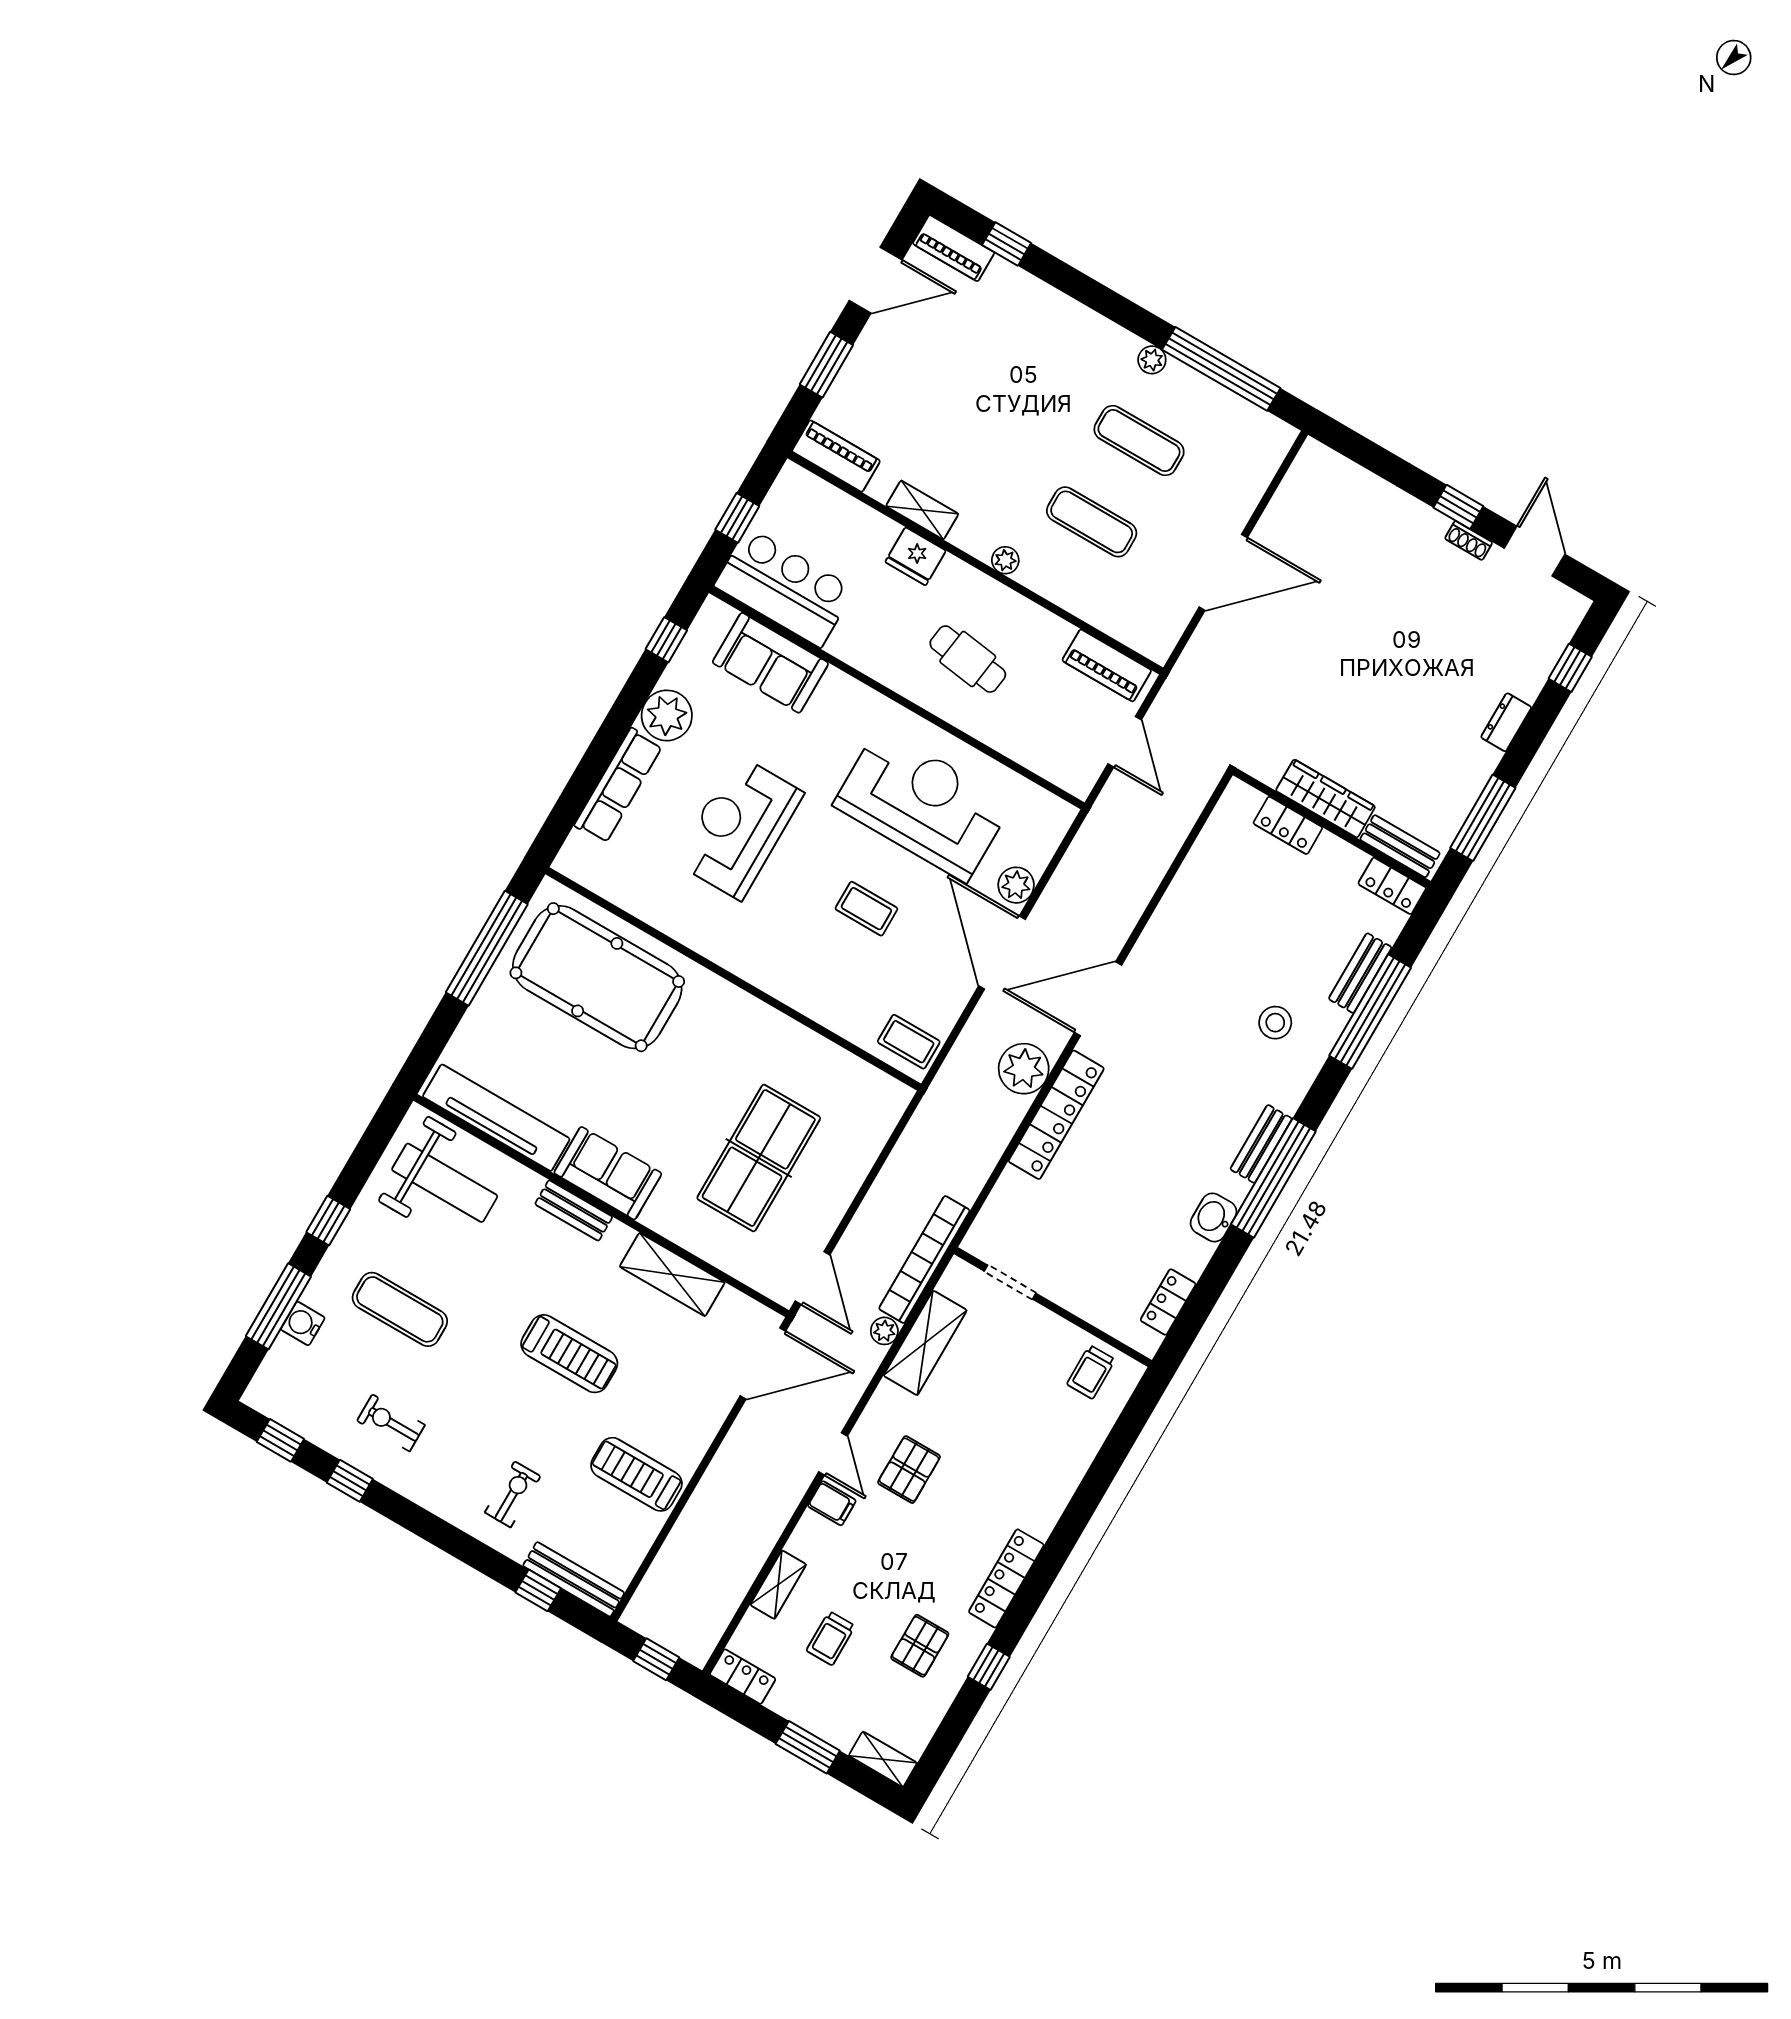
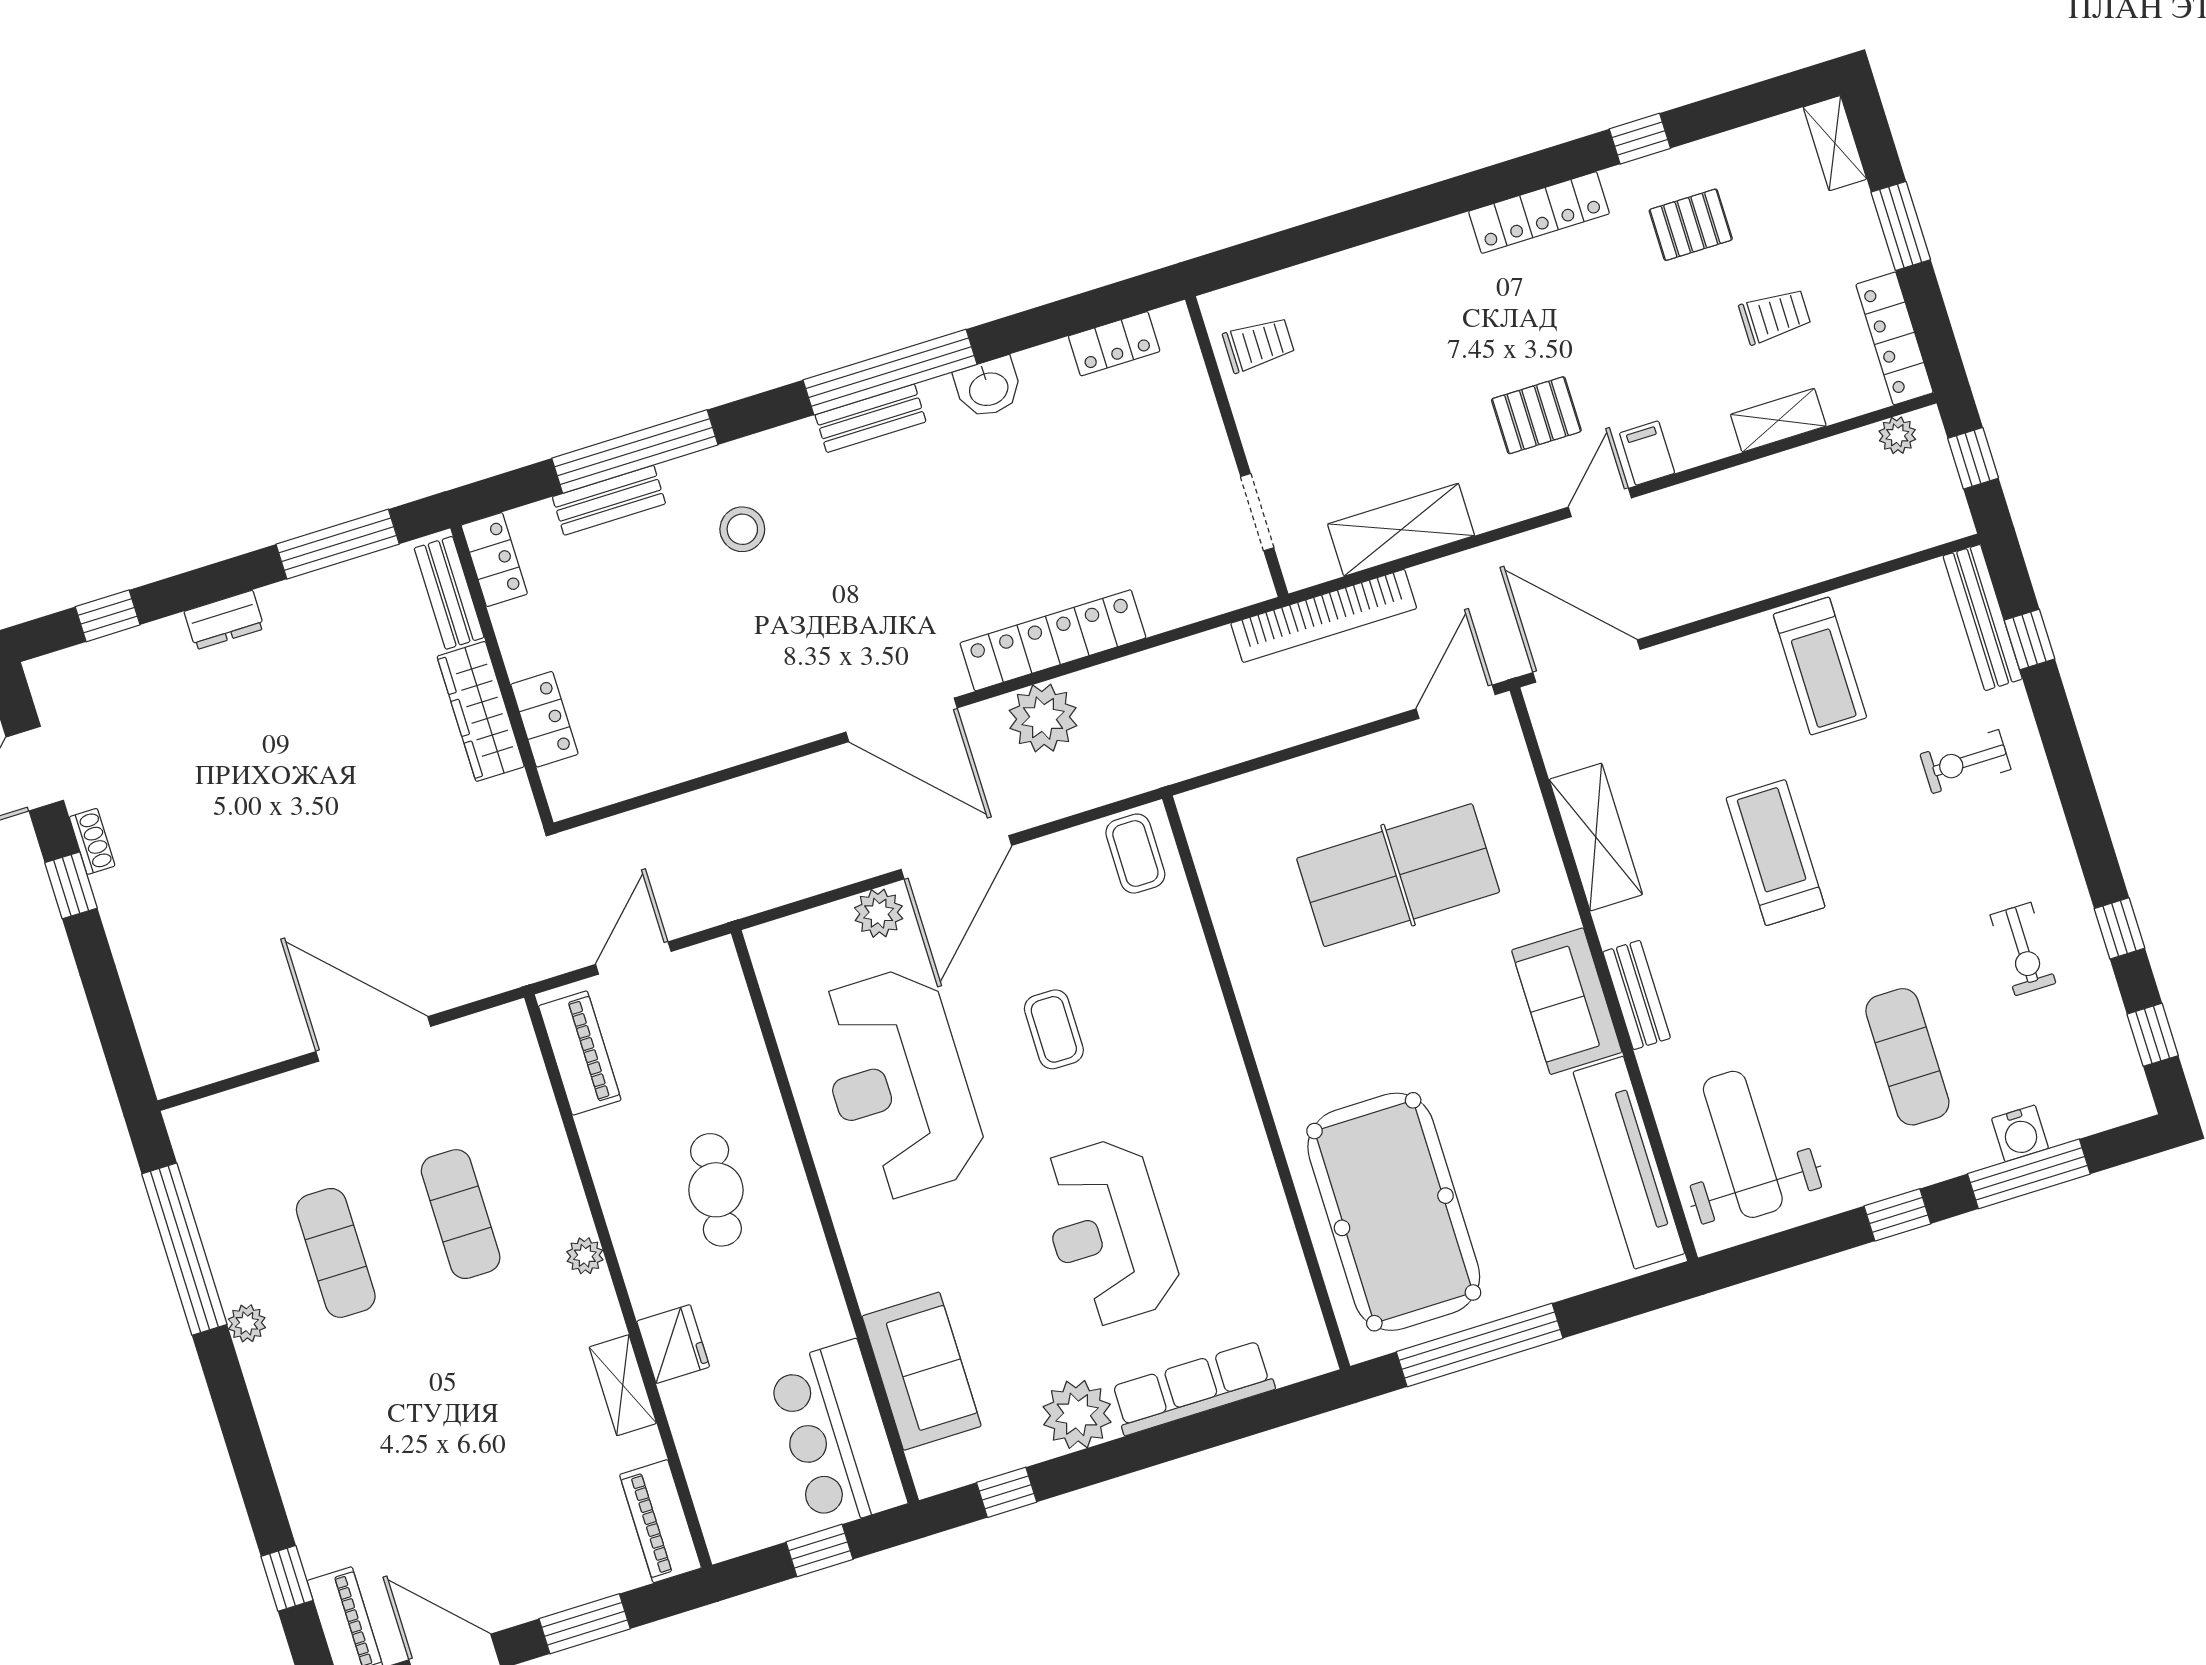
reception desk: (739, 827) -> (1108, 1232), turned 90
plant: (884, 1331) -> (1897, 435), moved
locker: (743, 1677) -> (1894, 338), width x1.53

